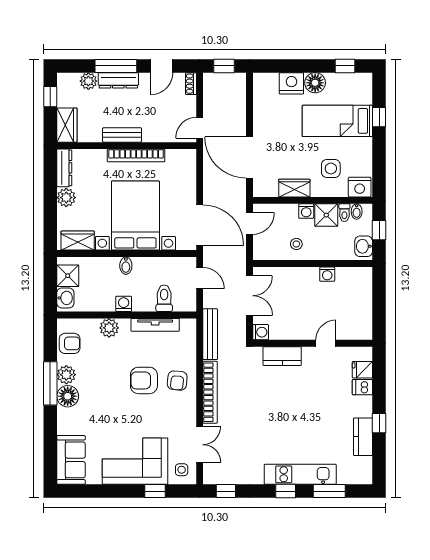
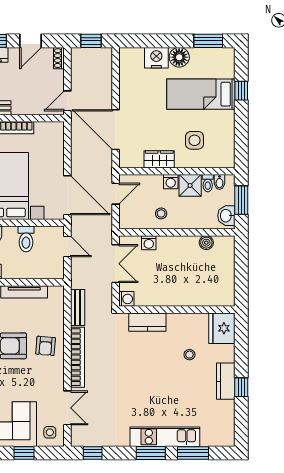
window: (345, 66) -> (208, 41), width x1.50
nightstand: (360, 187) -> (222, 158), removed
window: (379, 230) -> (241, 200), width x1.50
washing machine: (327, 274) -> (149, 243), moved
boiler: (343, 274) -> (206, 243), added
toilet: (164, 298) -> (26, 239), moved, turned 180
bench: (210, 334) -> (78, 308), width x0.73
door: (326, 343) -> (190, 310), removed
fridge: (362, 370) -> (222, 328), width x1.88, depth x1.34
dishwasher: (362, 387) -> (225, 352), removed
stool: (326, 390) -> (189, 355), added
kitchen counter: (363, 437) -> (226, 381), moved
window: (286, 491) -> (151, 453), width x1.50

